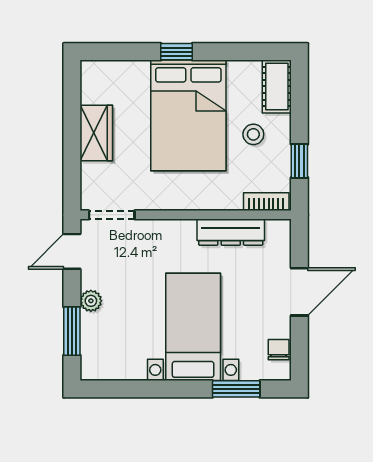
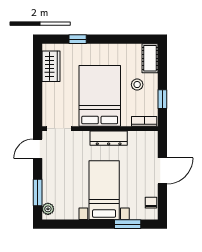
window: (177, 52) -> (78, 39), moved
bed: (188, 115) -> (100, 96), moved, turned 180
wardrobe: (96, 133) -> (51, 66), moved
dresser: (231, 232) -> (109, 138), moved
plant: (91, 301) -> (48, 209), moved

